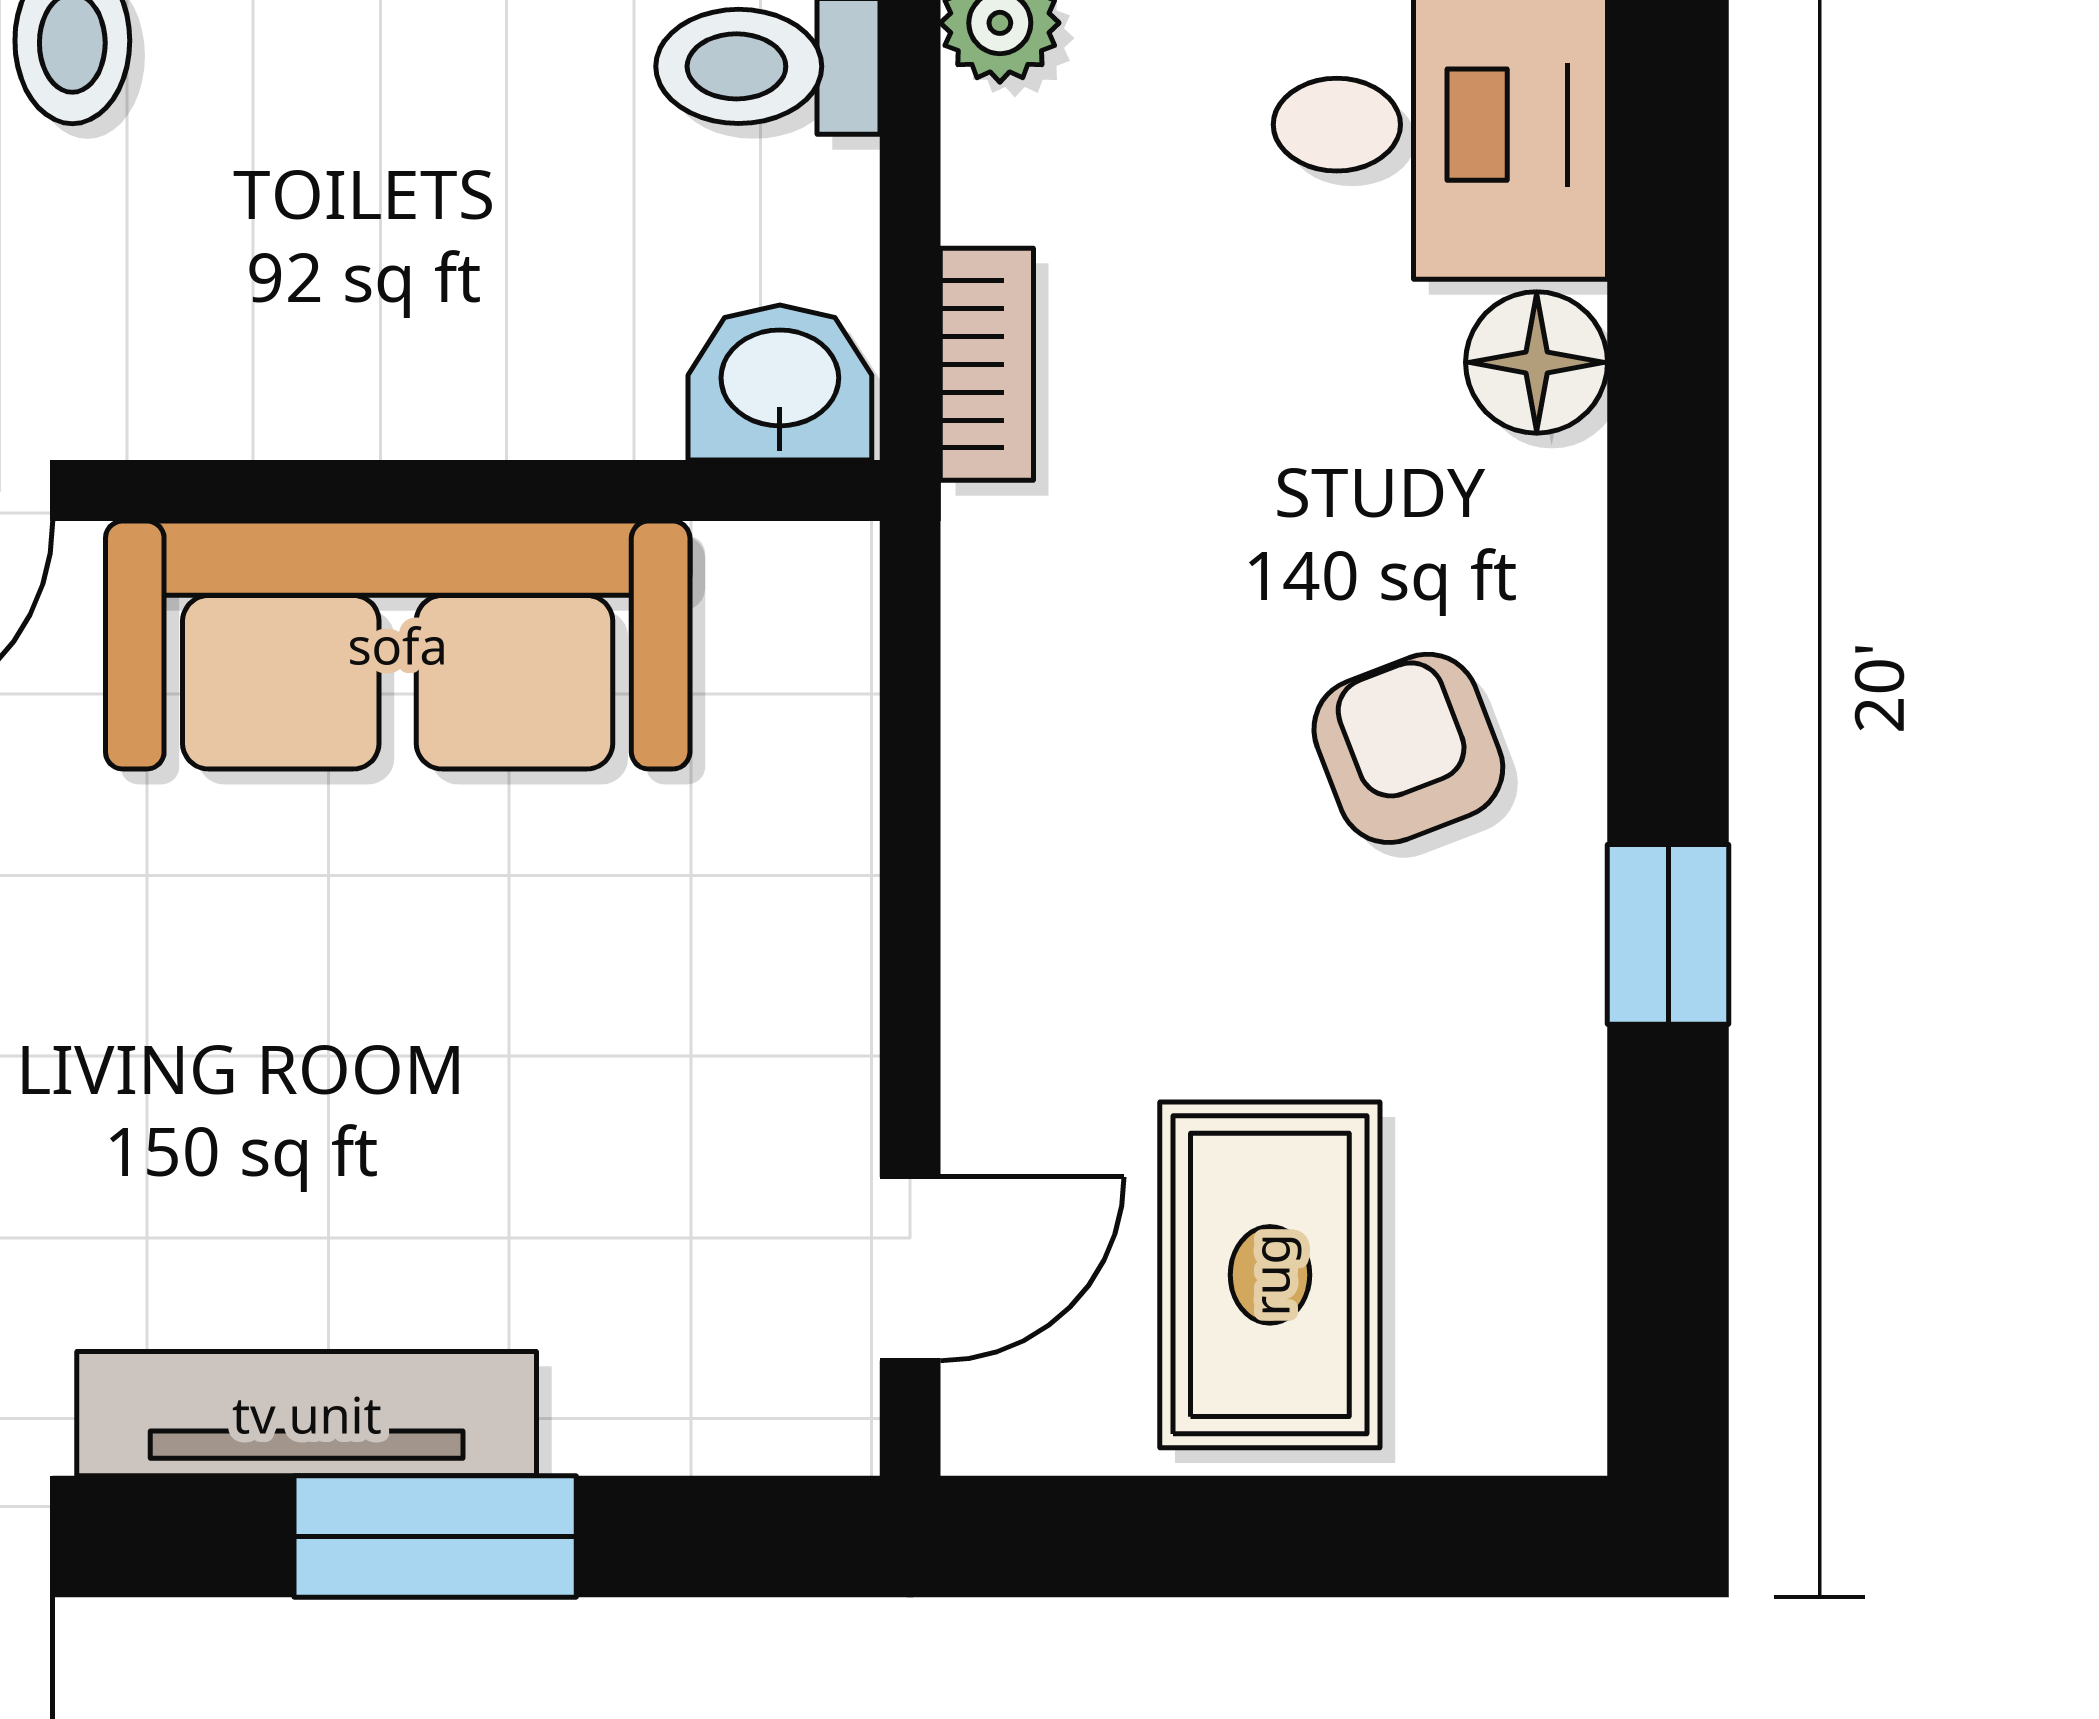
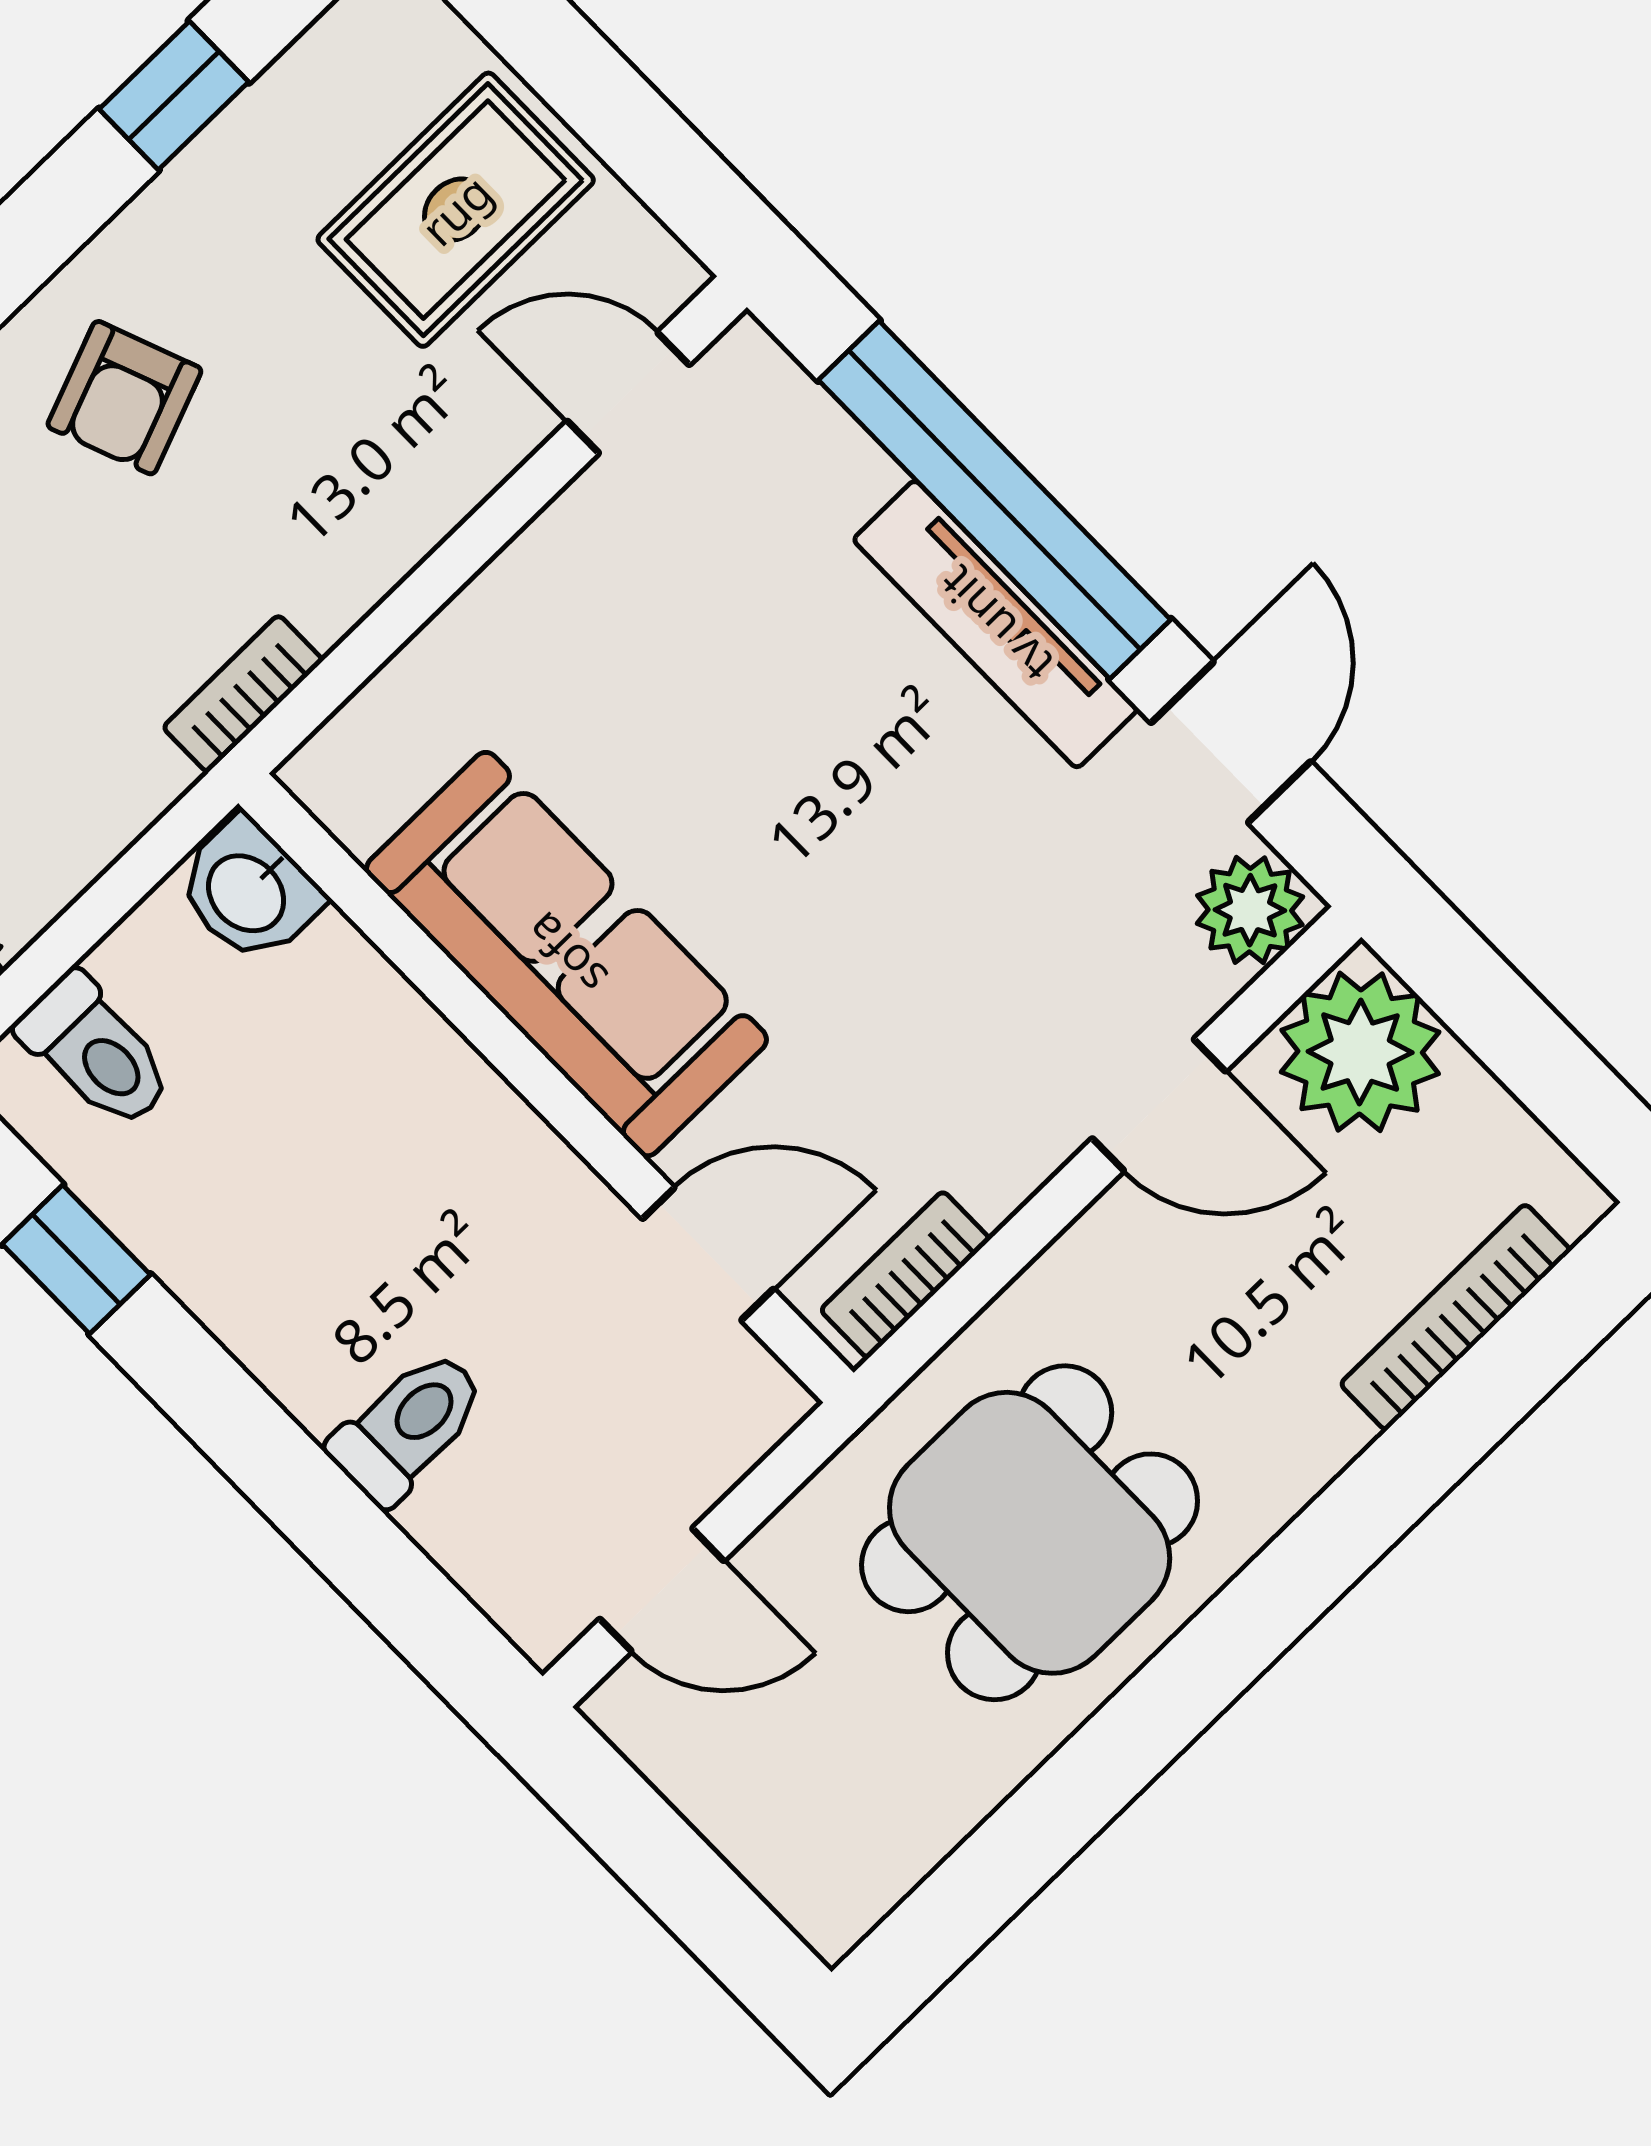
bookcase: (987, 364) -> (243, 694), moved
window: (1668, 934) -> (174, 95), moved
window: (435, 1536) -> (994, 500), width x2.11

